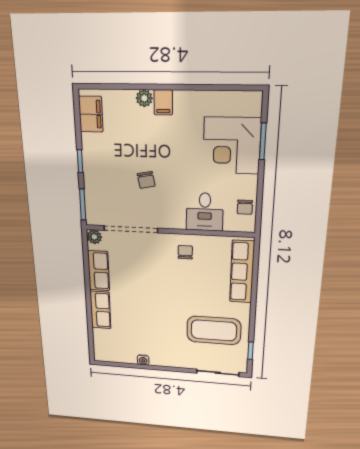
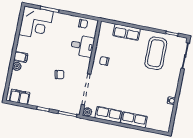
corner desk: (232, 146) -> (36, 23), moved
row of seats: (242, 272) -> (127, 32), width x0.68

